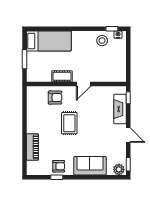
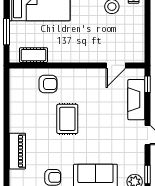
cot: (62, 76) -> (34, 55), moved
door: (84, 84) -> (116, 65), moved

